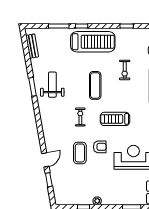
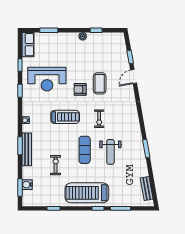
weight bench: (52, 85) -> (110, 152), moved

